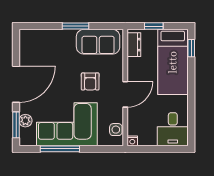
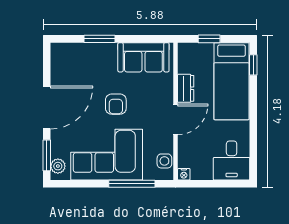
window: (76, 26) -> (99, 39), moved
dresser: (134, 45) -> (186, 88), moved
armchair: (90, 81) -> (116, 104), moved
plant: (25, 121) -> (58, 166), moved
window: (60, 149) -> (132, 184), moved

